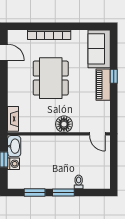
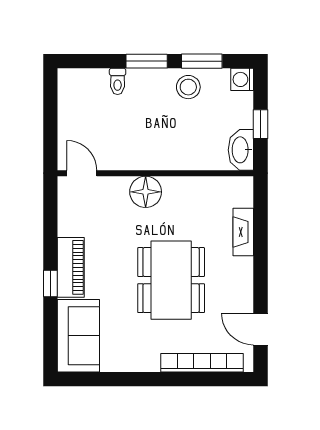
bookcase: (49, 35) -> (202, 363), moved
fireplace: (13, 119) -> (243, 232), moved
washing machine: (13, 164) -> (242, 79), moved
stool: (42, 179) -> (188, 87), added

